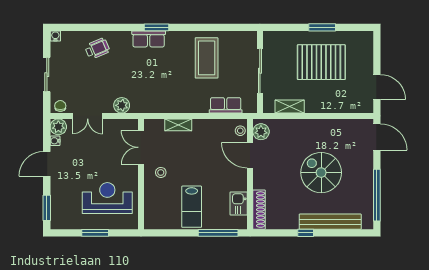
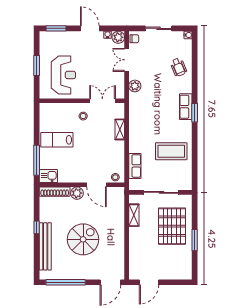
pallet: (321, 62) -> (172, 226), moved
plant: (261, 132) -> (77, 193), moved
door: (250, 155) -> (96, 185), swing flipped
kitchen sink: (239, 203) -> (48, 176), moved

